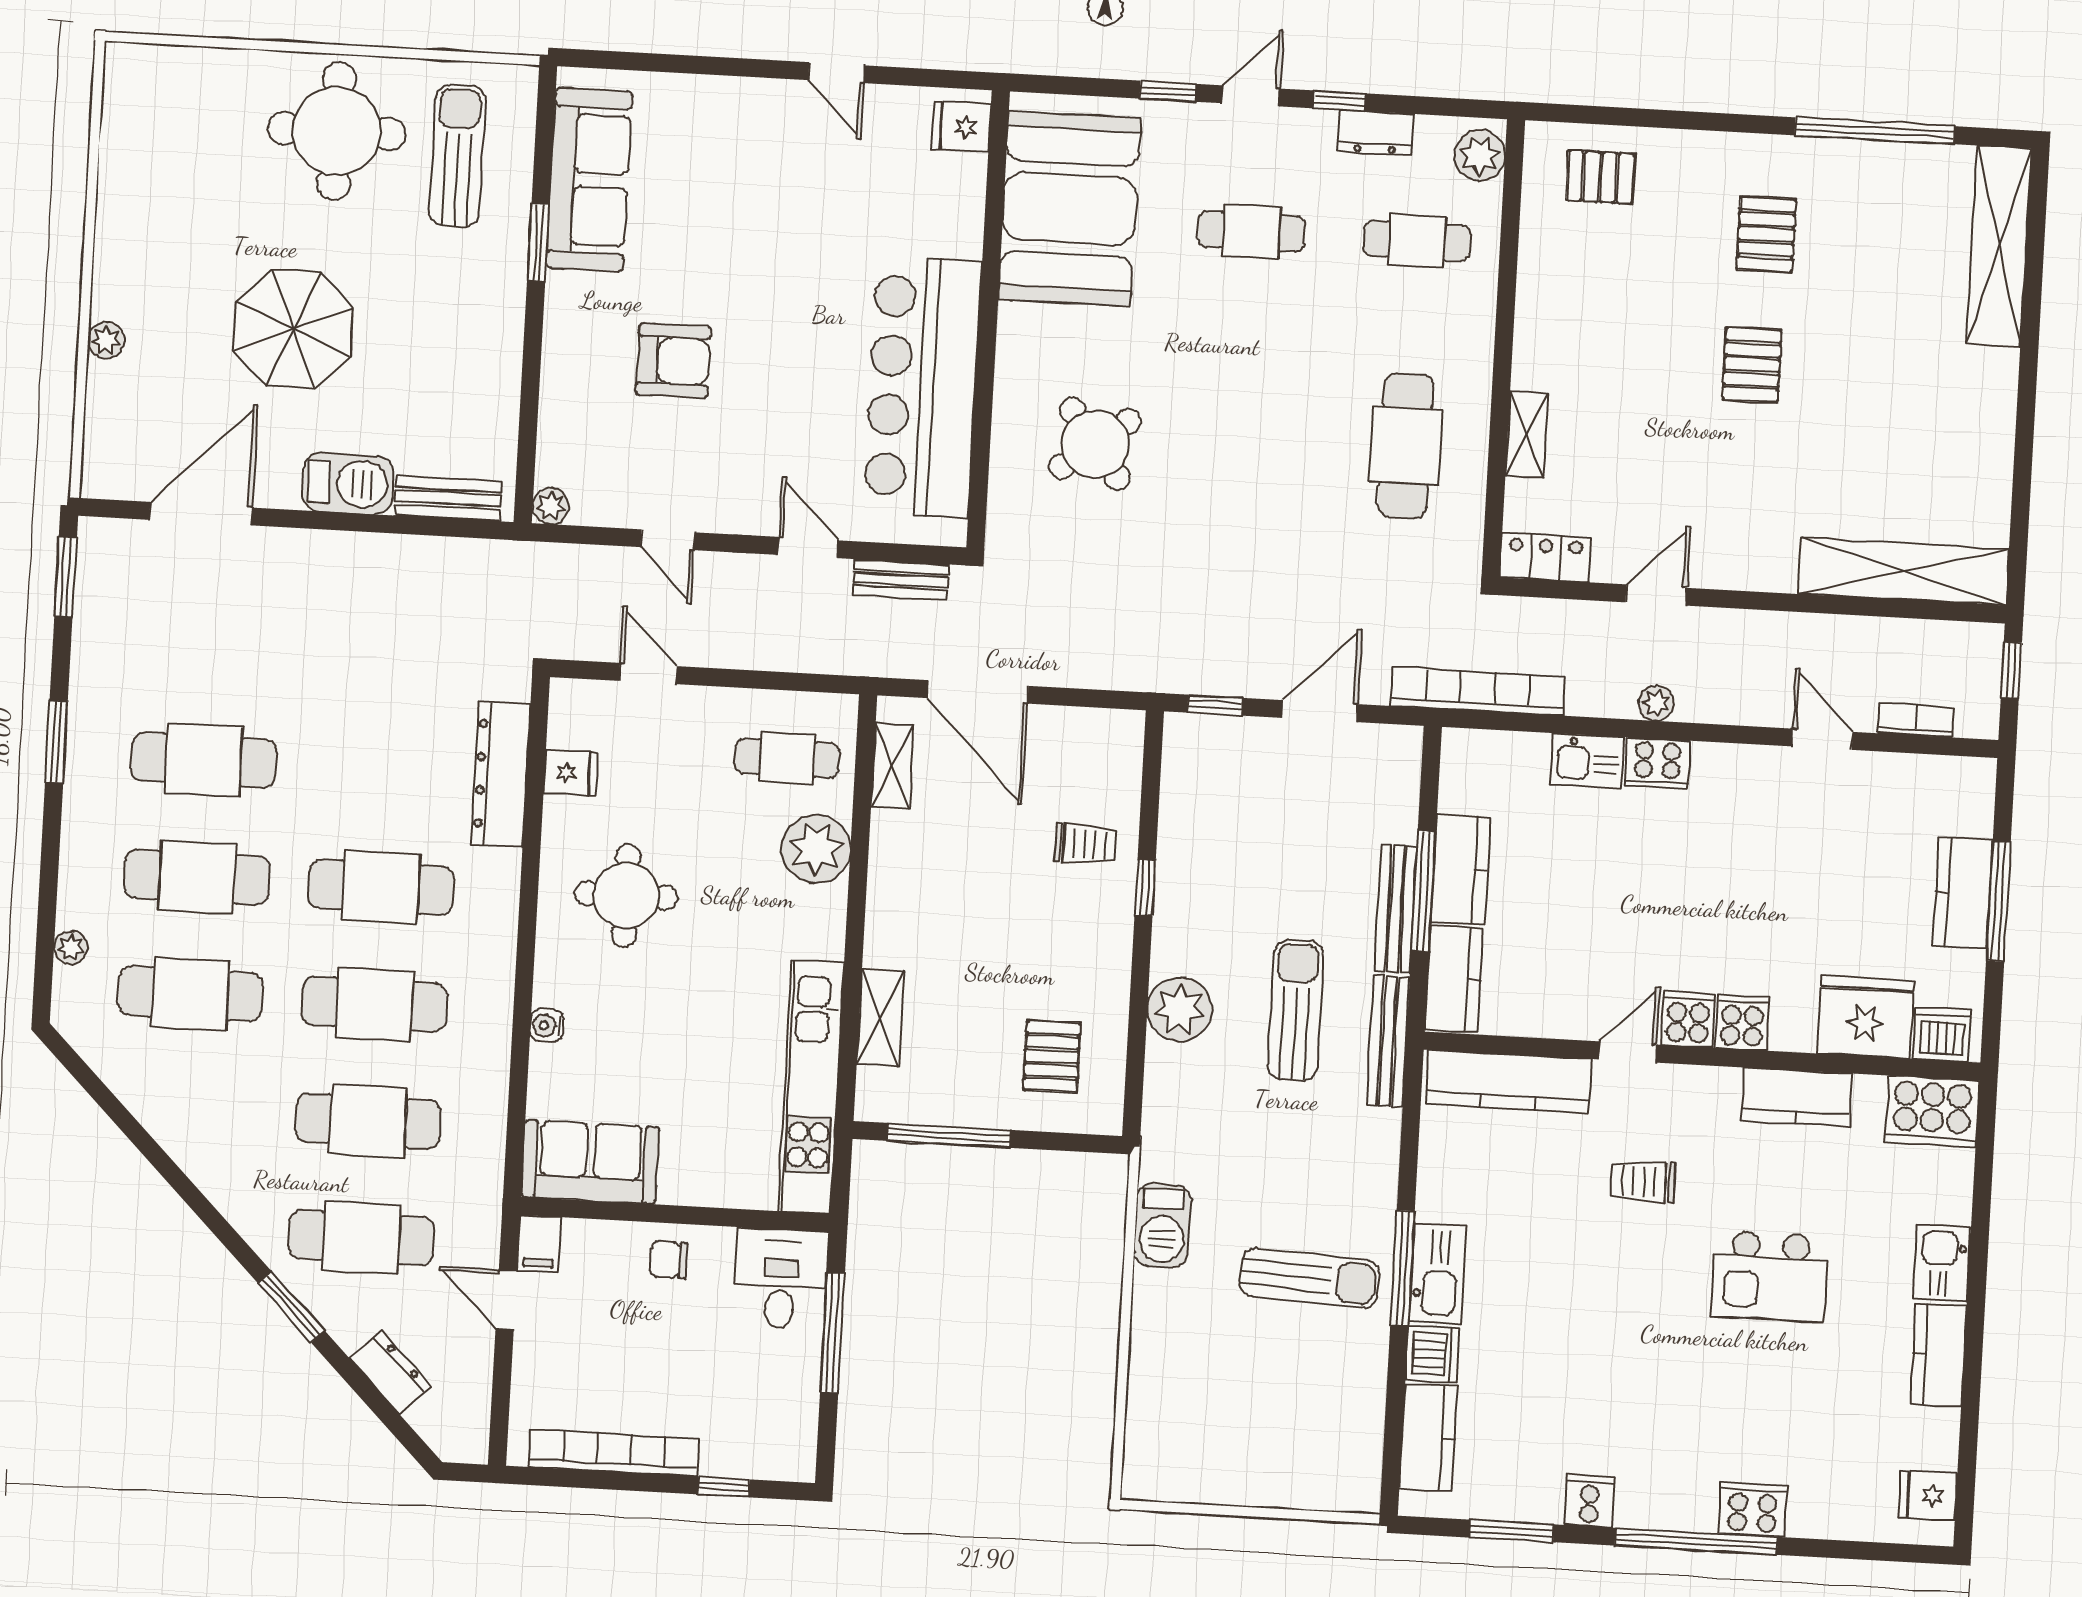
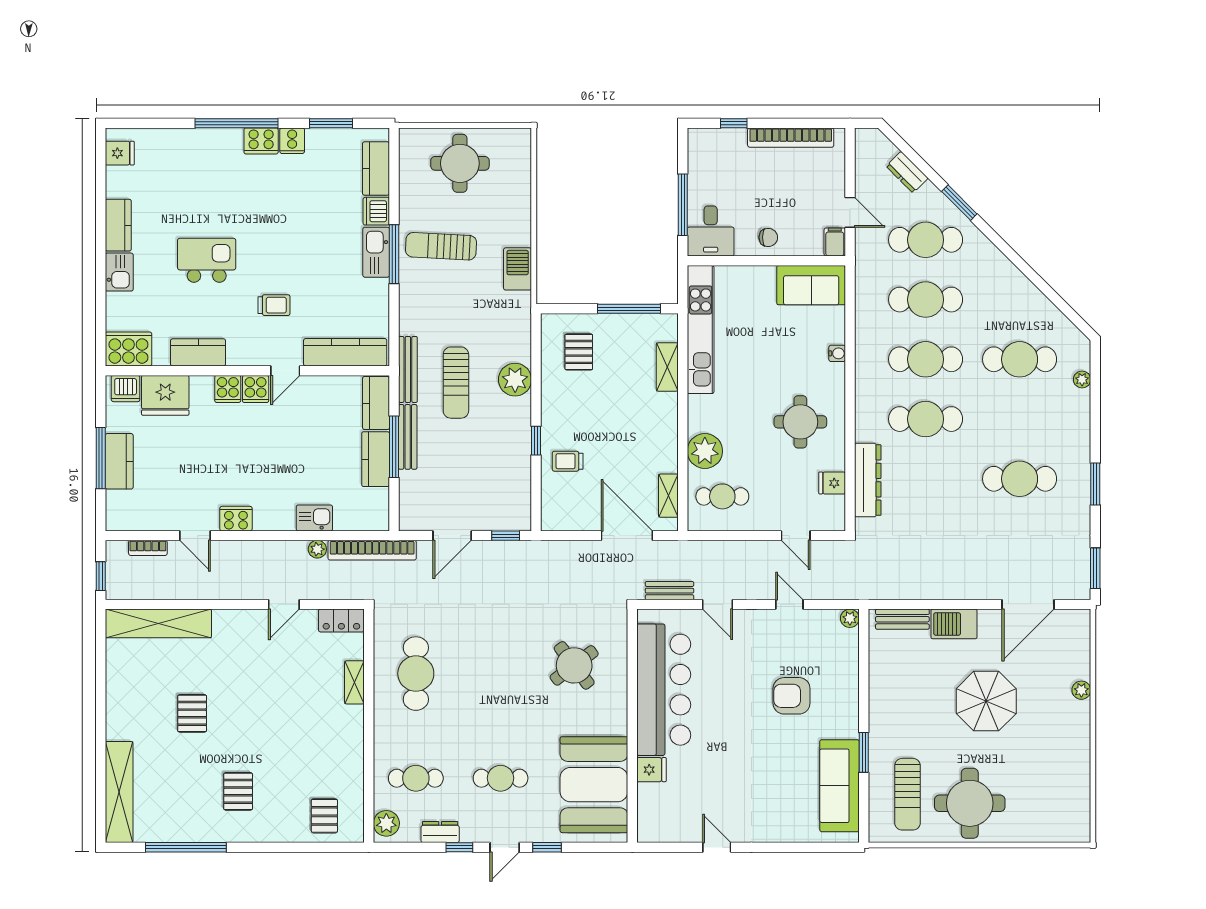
fridge: (961, 127) -> (651, 770), moved
pallet: (1600, 177) -> (324, 816), turned 90
pallet: (1752, 365) -> (192, 713), moved
plant: (1656, 703) -> (317, 549), moved
cooker: (1657, 763) -> (236, 519), moved
cafe table: (197, 877) -> (1020, 419), removed
round table: (1264, 1438) -> (460, 163), added
cooker: (1753, 1510) -> (261, 141), moved

